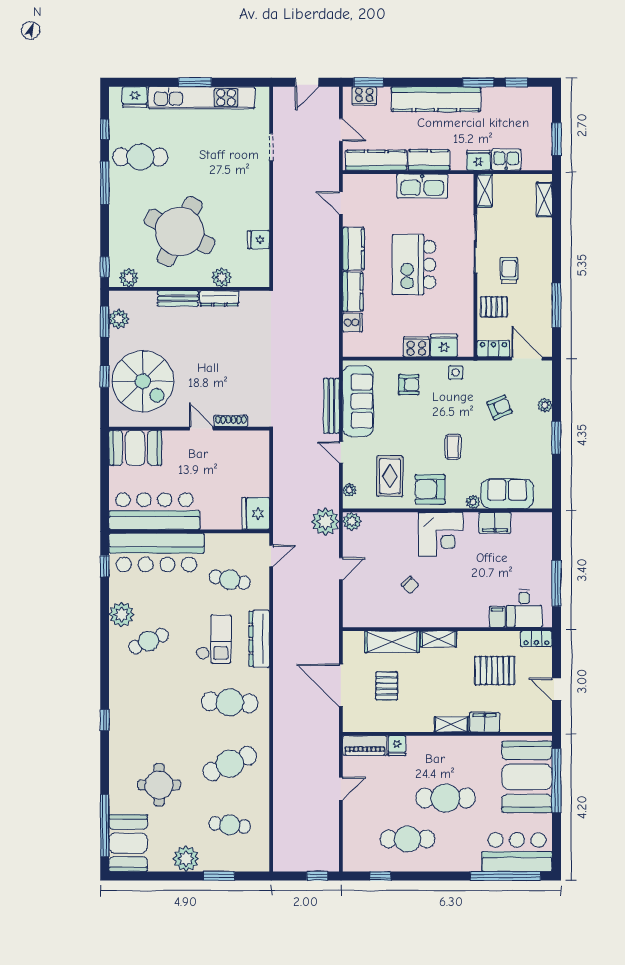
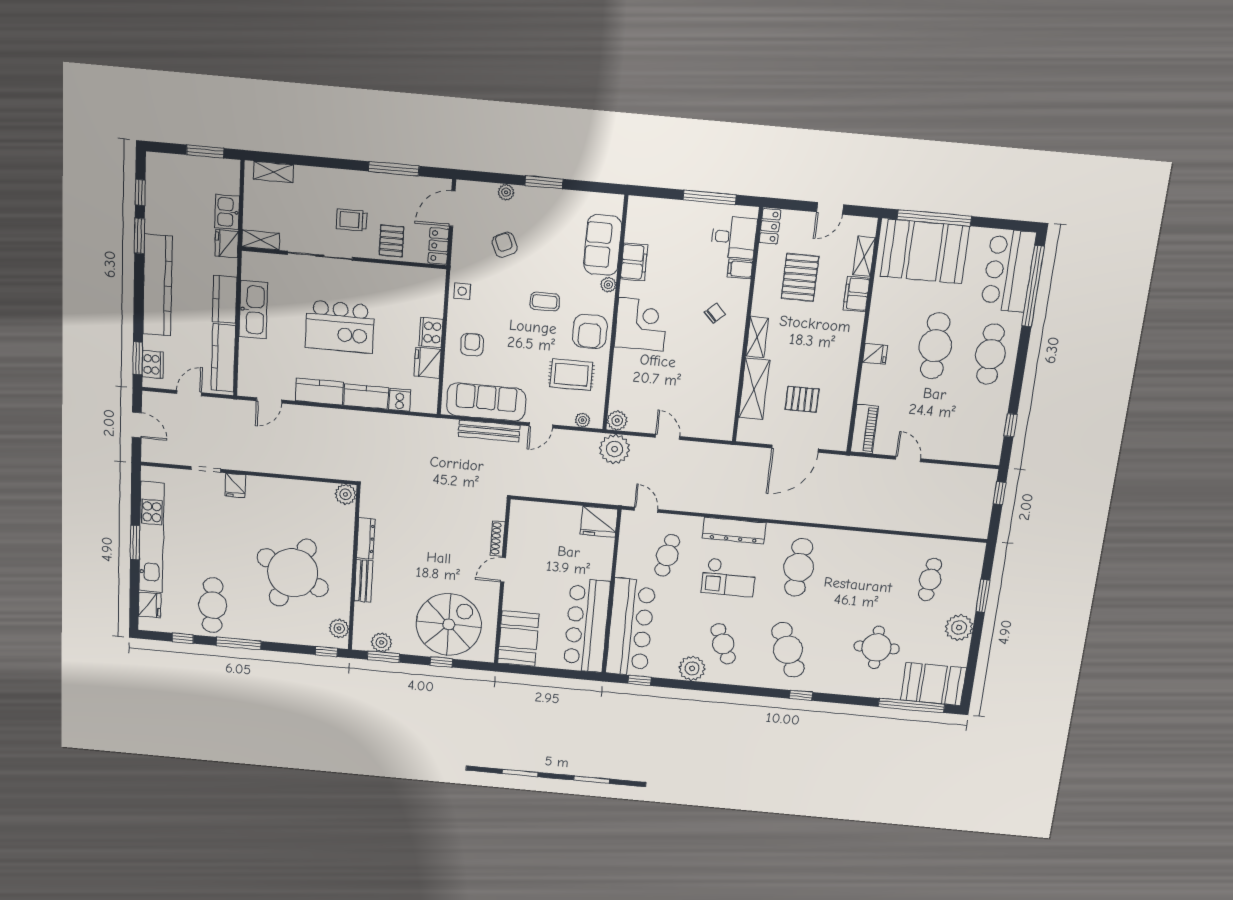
fridge: (258, 240) -> (235, 485), moved
plant: (222, 277) -> (346, 494), moved
fridge: (444, 346) -> (427, 363), moved
chair: (410, 585) -> (715, 313), moved
checkout: (214, 639) -> (729, 578), turned 180
shelving: (451, 724) -> (864, 256), moved
fridge: (397, 746) -> (875, 354), moved
cafe table: (230, 764) -> (788, 650), moved
cafe table: (408, 839) -> (990, 354), moved

